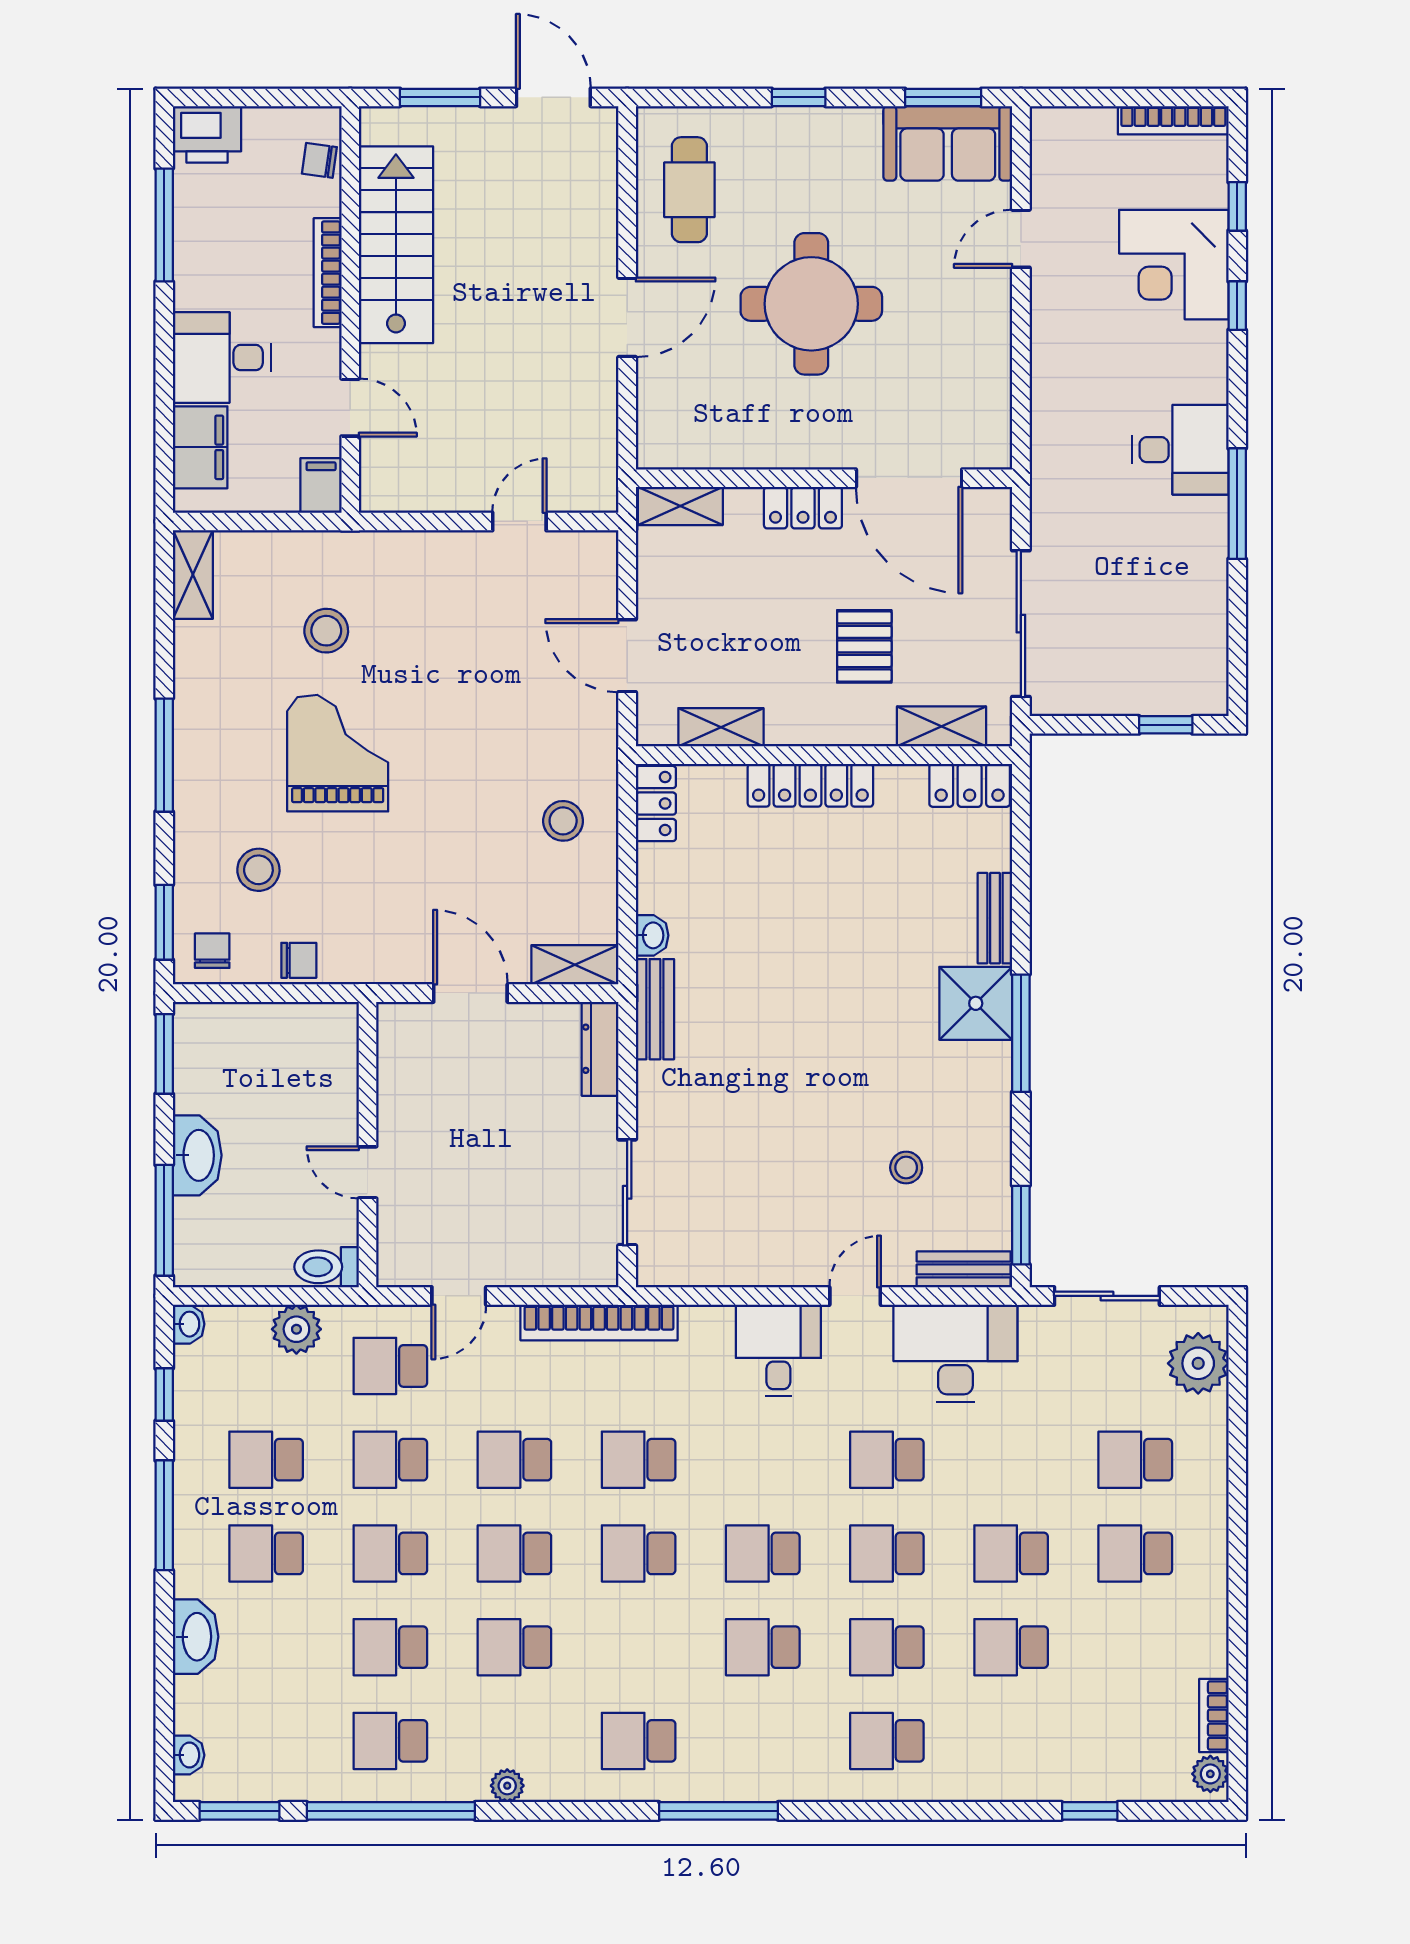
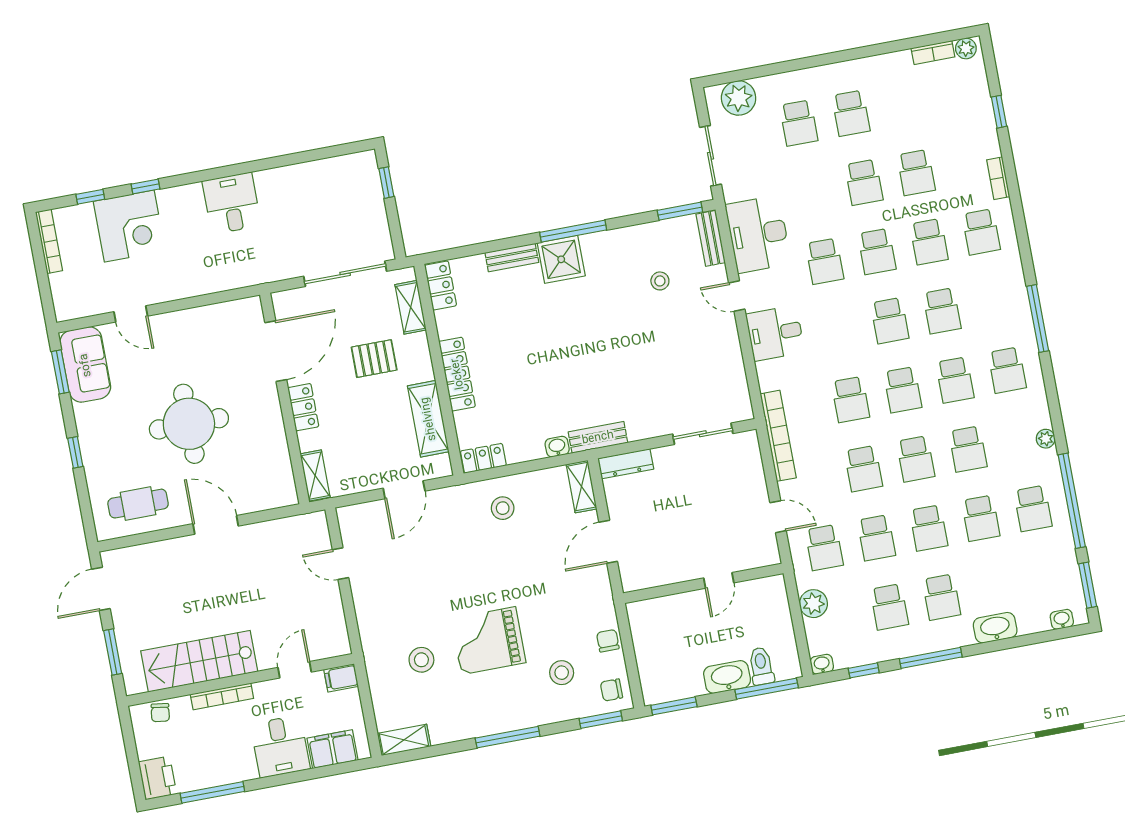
window: (1237, 504) -> (256, 166), removed
shelving: (721, 727) -> (428, 419), width x1.50, depth x1.33
toilet: (327, 1267) -> (761, 666), moved, turned 180
school desk: (639, 1647) -> (955, 380), added
bookcase: (975, 1788) -> (998, 178), added

